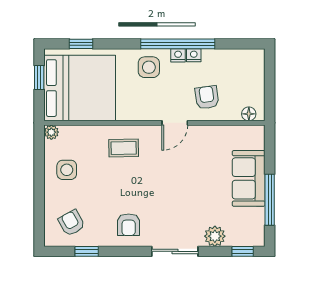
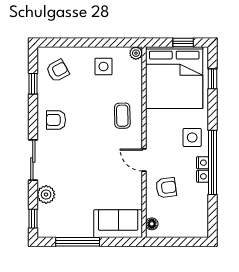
sofa: (249, 178) -> (118, 224), moved

